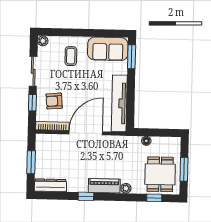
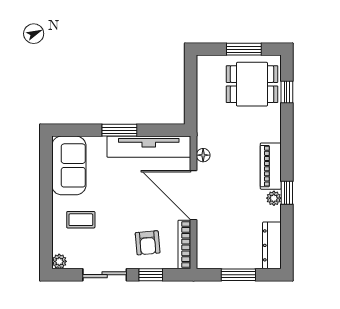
window: (132, 57) -> (119, 130), moved
floor lamp: (146, 141) -> (203, 155), moved
plant: (126, 188) -> (274, 198), moved

